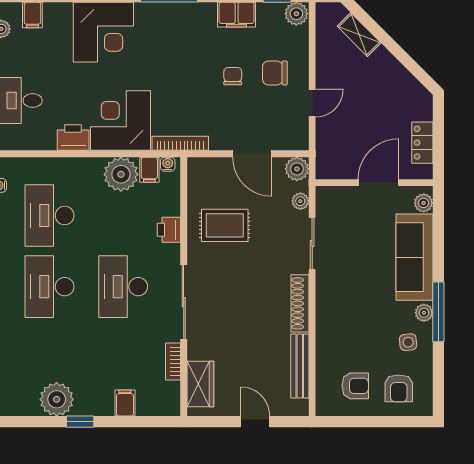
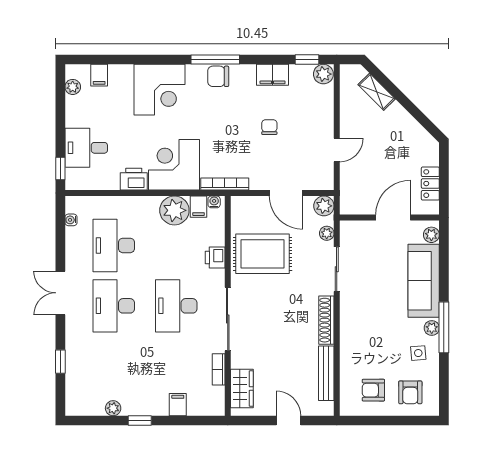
chair: (275, 73) -> (218, 76), moved
rug: (225, 225) -> (263, 254), width x1.36, depth x1.43
armchair: (355, 386) -> (373, 390), turned 180
plant: (57, 399) -> (113, 408), width x0.53, depth x0.53

